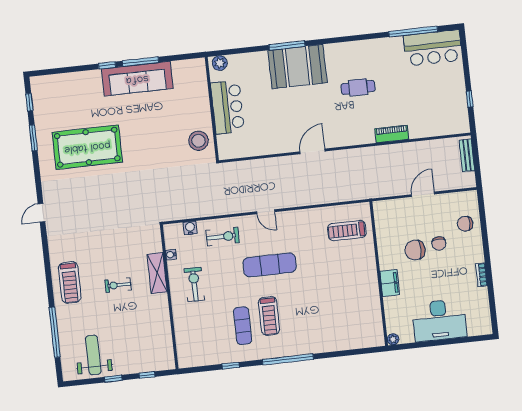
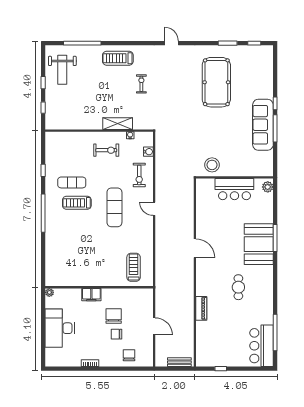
door: (266, 212) -> (154, 209), hinge flipped
exercise bike: (118, 285) -> (141, 84), moved
weight bench: (93, 355) -> (62, 70), turned 90

